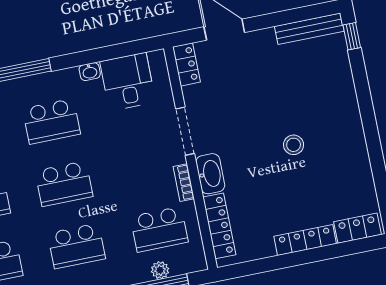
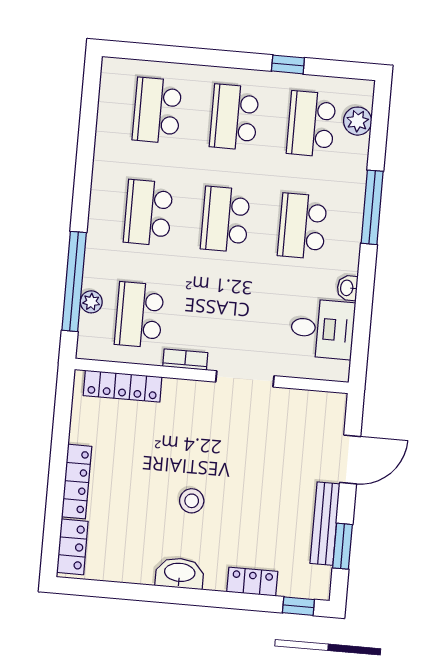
window: (294, 15) -> (342, 546), added
bench: (309, 29) -> (325, 524), moved
locker: (186, 64) -> (252, 582), moved, turned 180
washbasin: (210, 174) -> (180, 573), moved, turned 180

